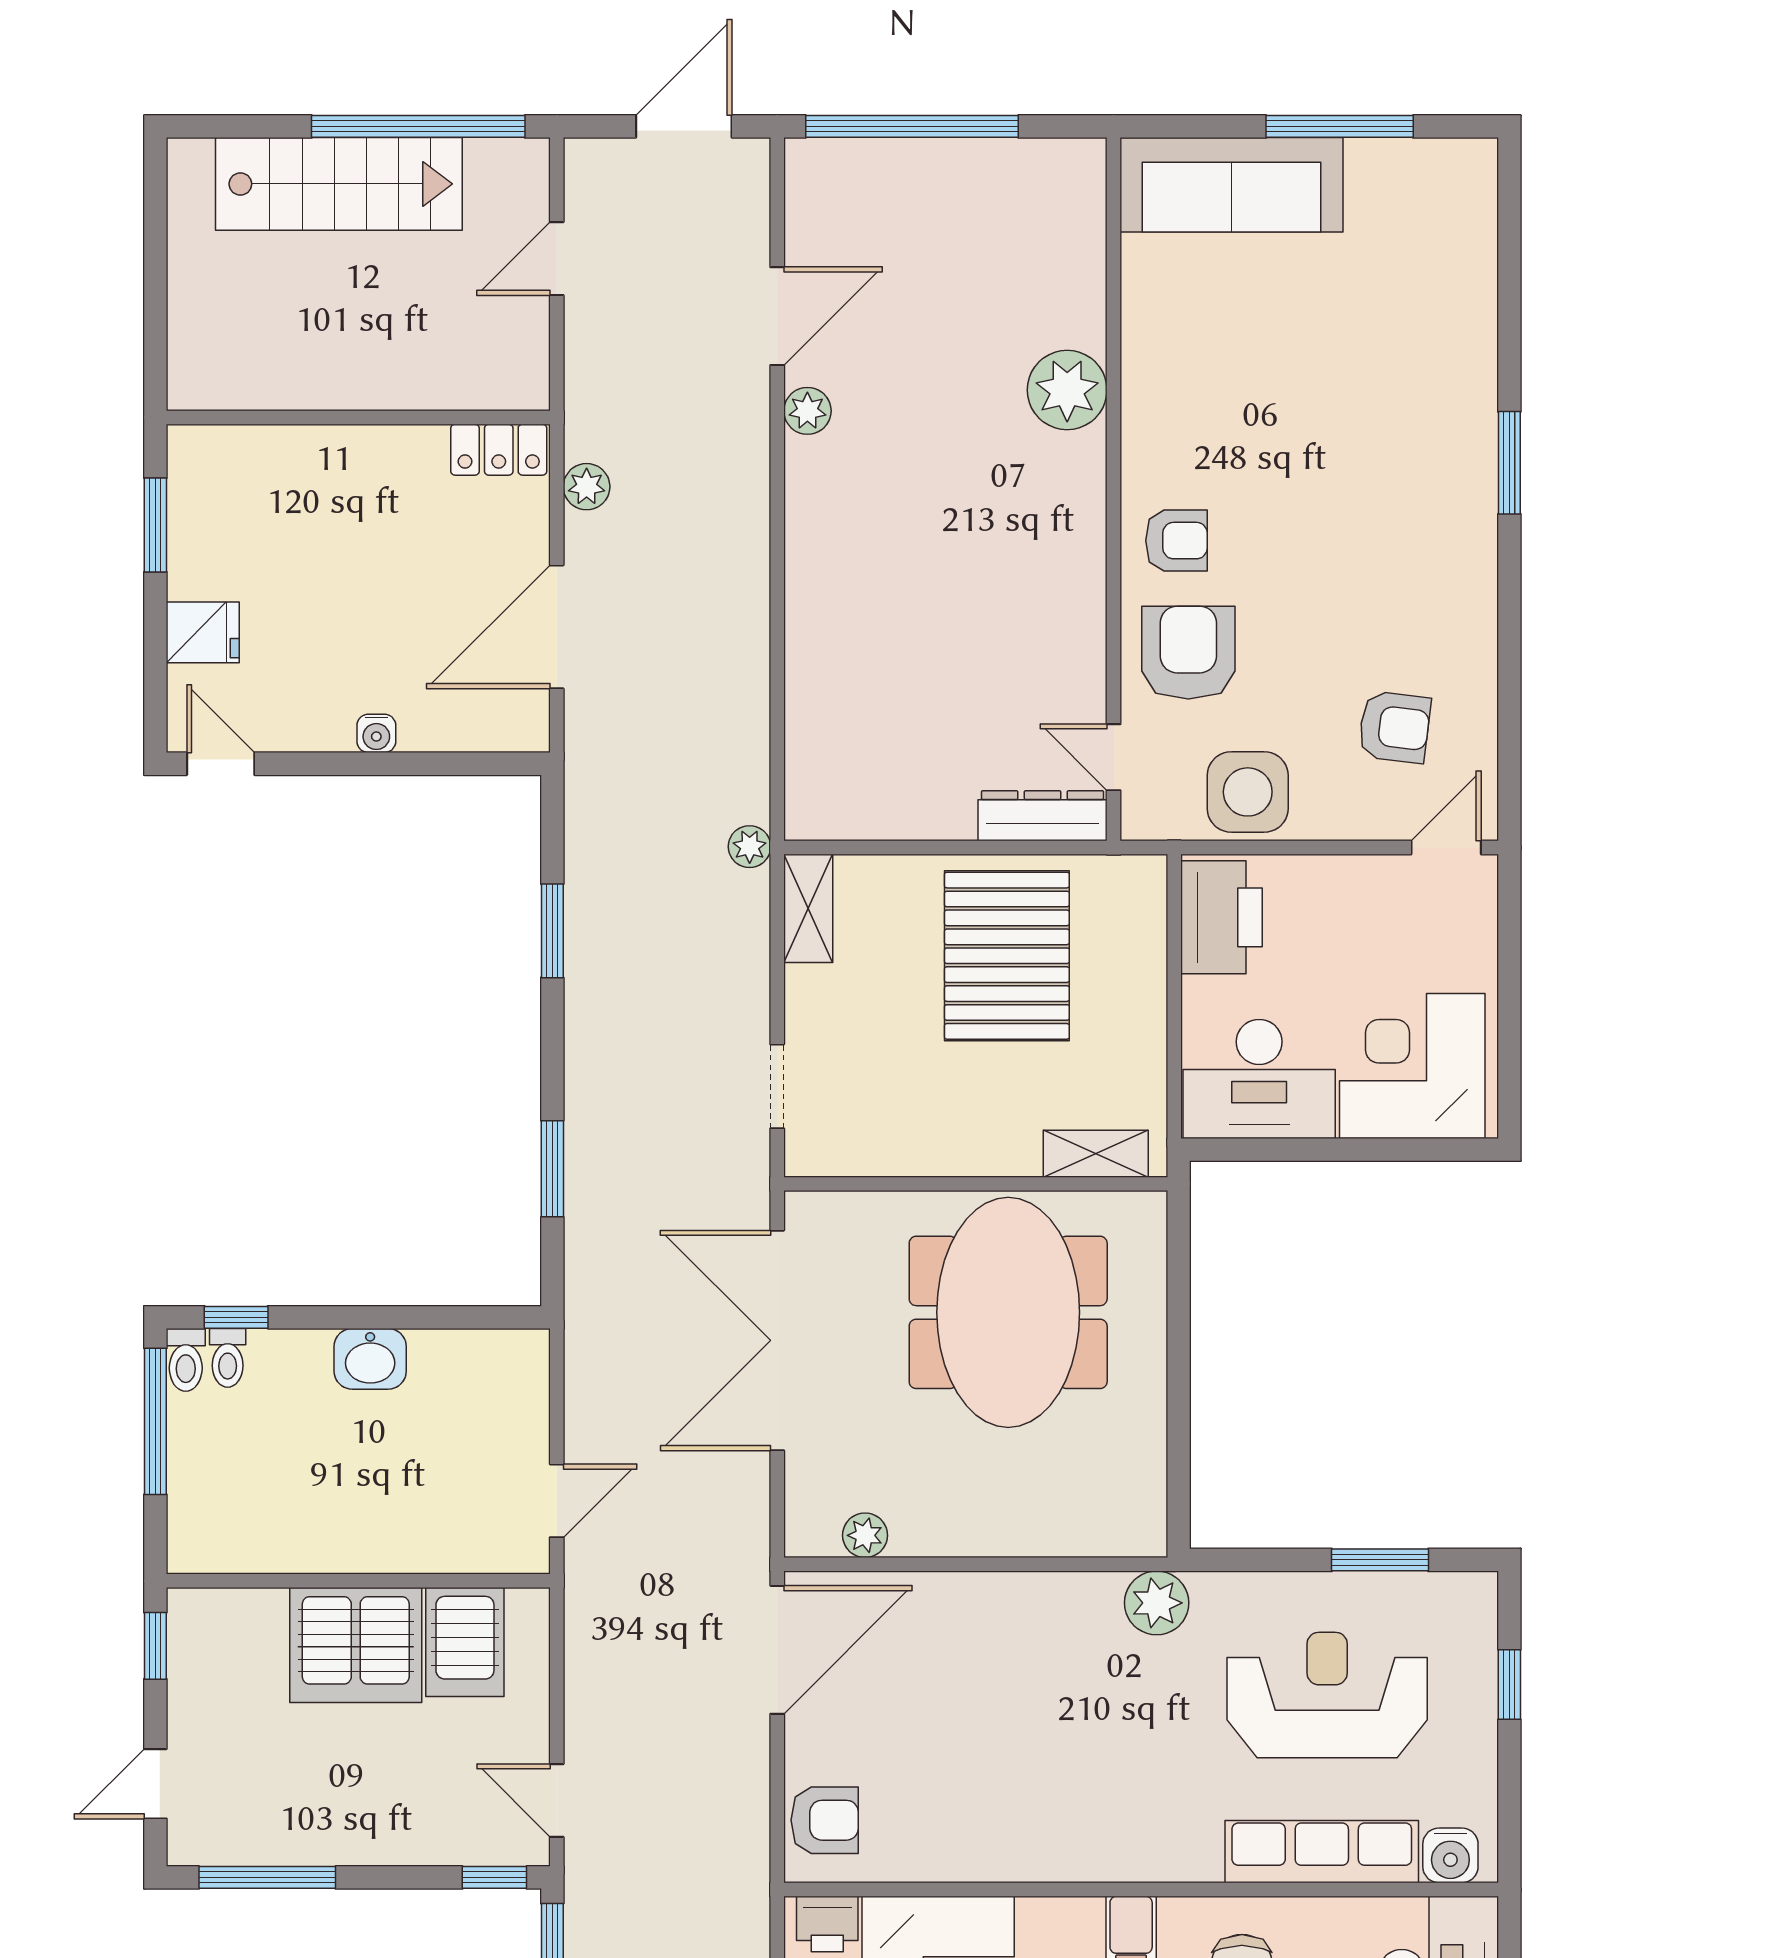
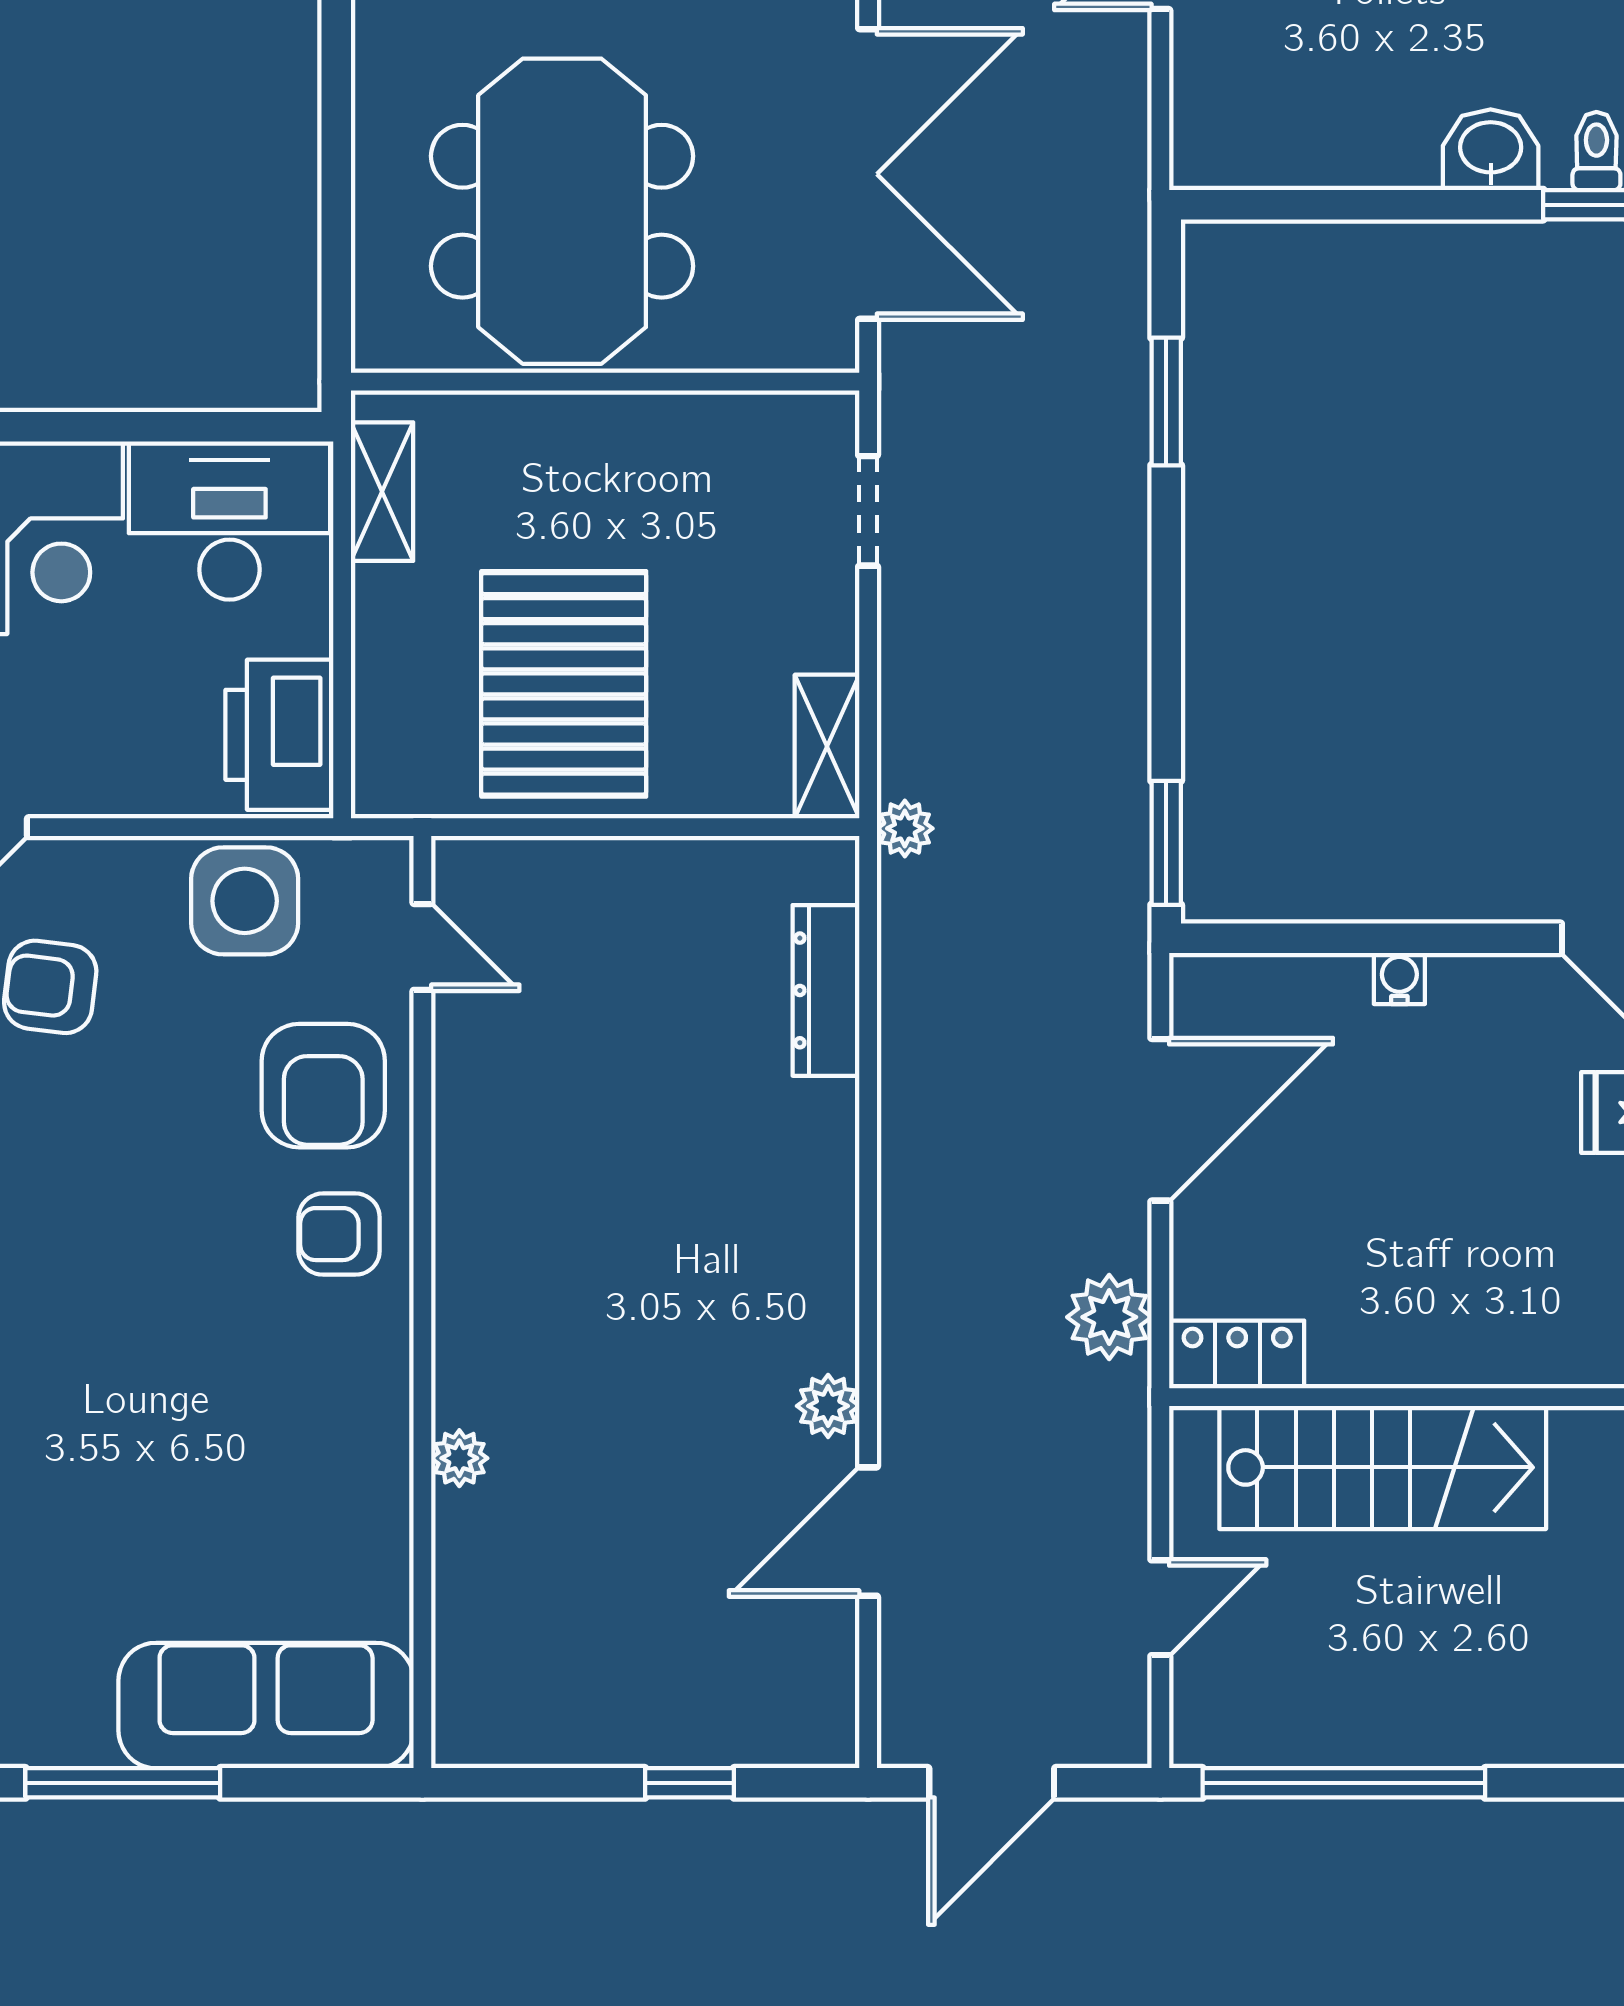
window: (912, 126) -> (689, 1783), width x0.32
stairs: (339, 184) -> (1383, 1467), moved, turned 180
plant: (1067, 390) -> (459, 1458), width x0.53, depth x0.53
plant: (587, 487) -> (1109, 1317), width x1.38, depth x1.38
dresser: (1043, 816) -> (826, 990), moved, turned 90
window: (552, 931) -> (1166, 843), moved
shelving: (1096, 1154) -> (382, 492), moved, turned 90
washbasin: (370, 1359) -> (1491, 150), moved

